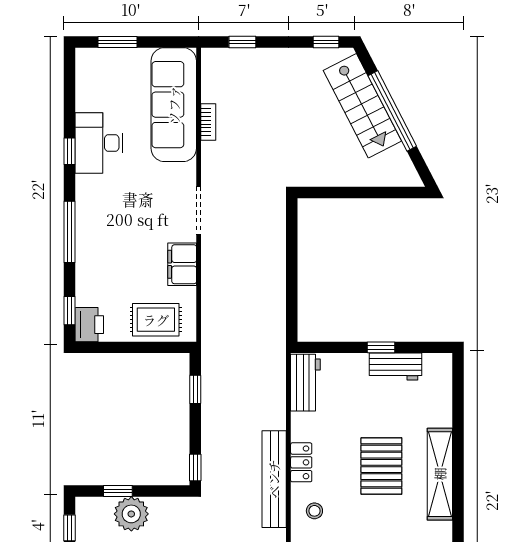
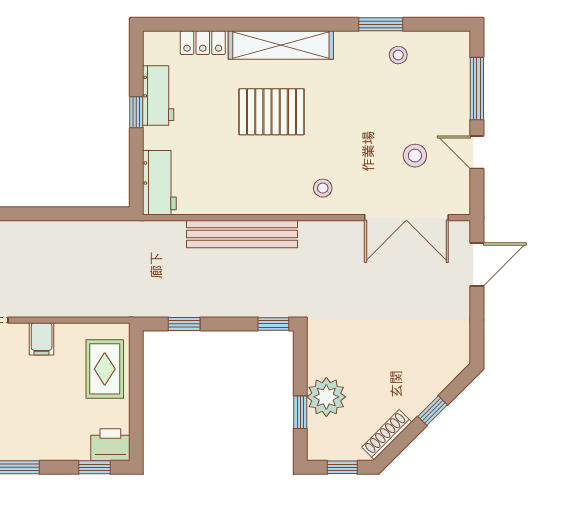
filing cabinet: (182, 264) -> (42, 339), width x0.50
workbench: (305, 383) -> (159, 183), moved, turned 90
locker: (301, 462) -> (203, 43), moved, turned 180
bench: (274, 479) -> (242, 234), moved

